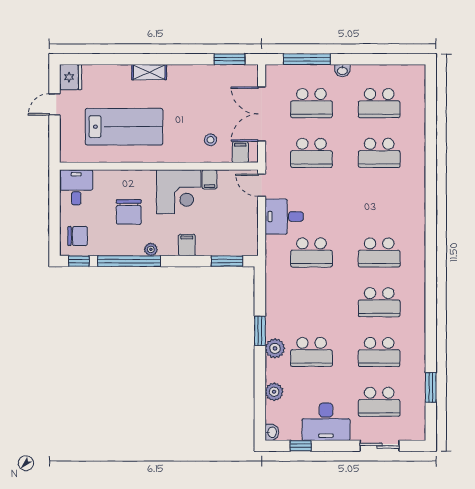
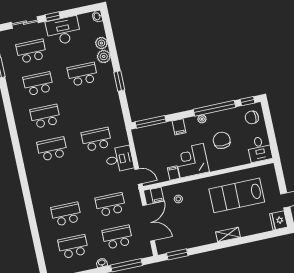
window: (227, 261) -> (151, 122), width x1.44
plant: (275, 348) -> (104, 56), moved
window: (301, 446) -> (53, 17), moved

